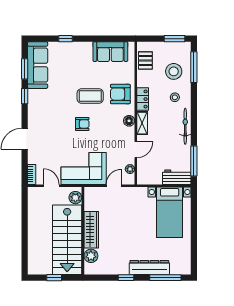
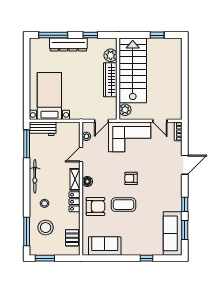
plant: (75, 198) -> (125, 110), moved
wardrobe: (91, 230) -> (110, 80), moved
wall: (83, 231) -> (118, 79), moved
stairs: (67, 240) -> (133, 70), moved
plant: (91, 256) -> (111, 55), moved

